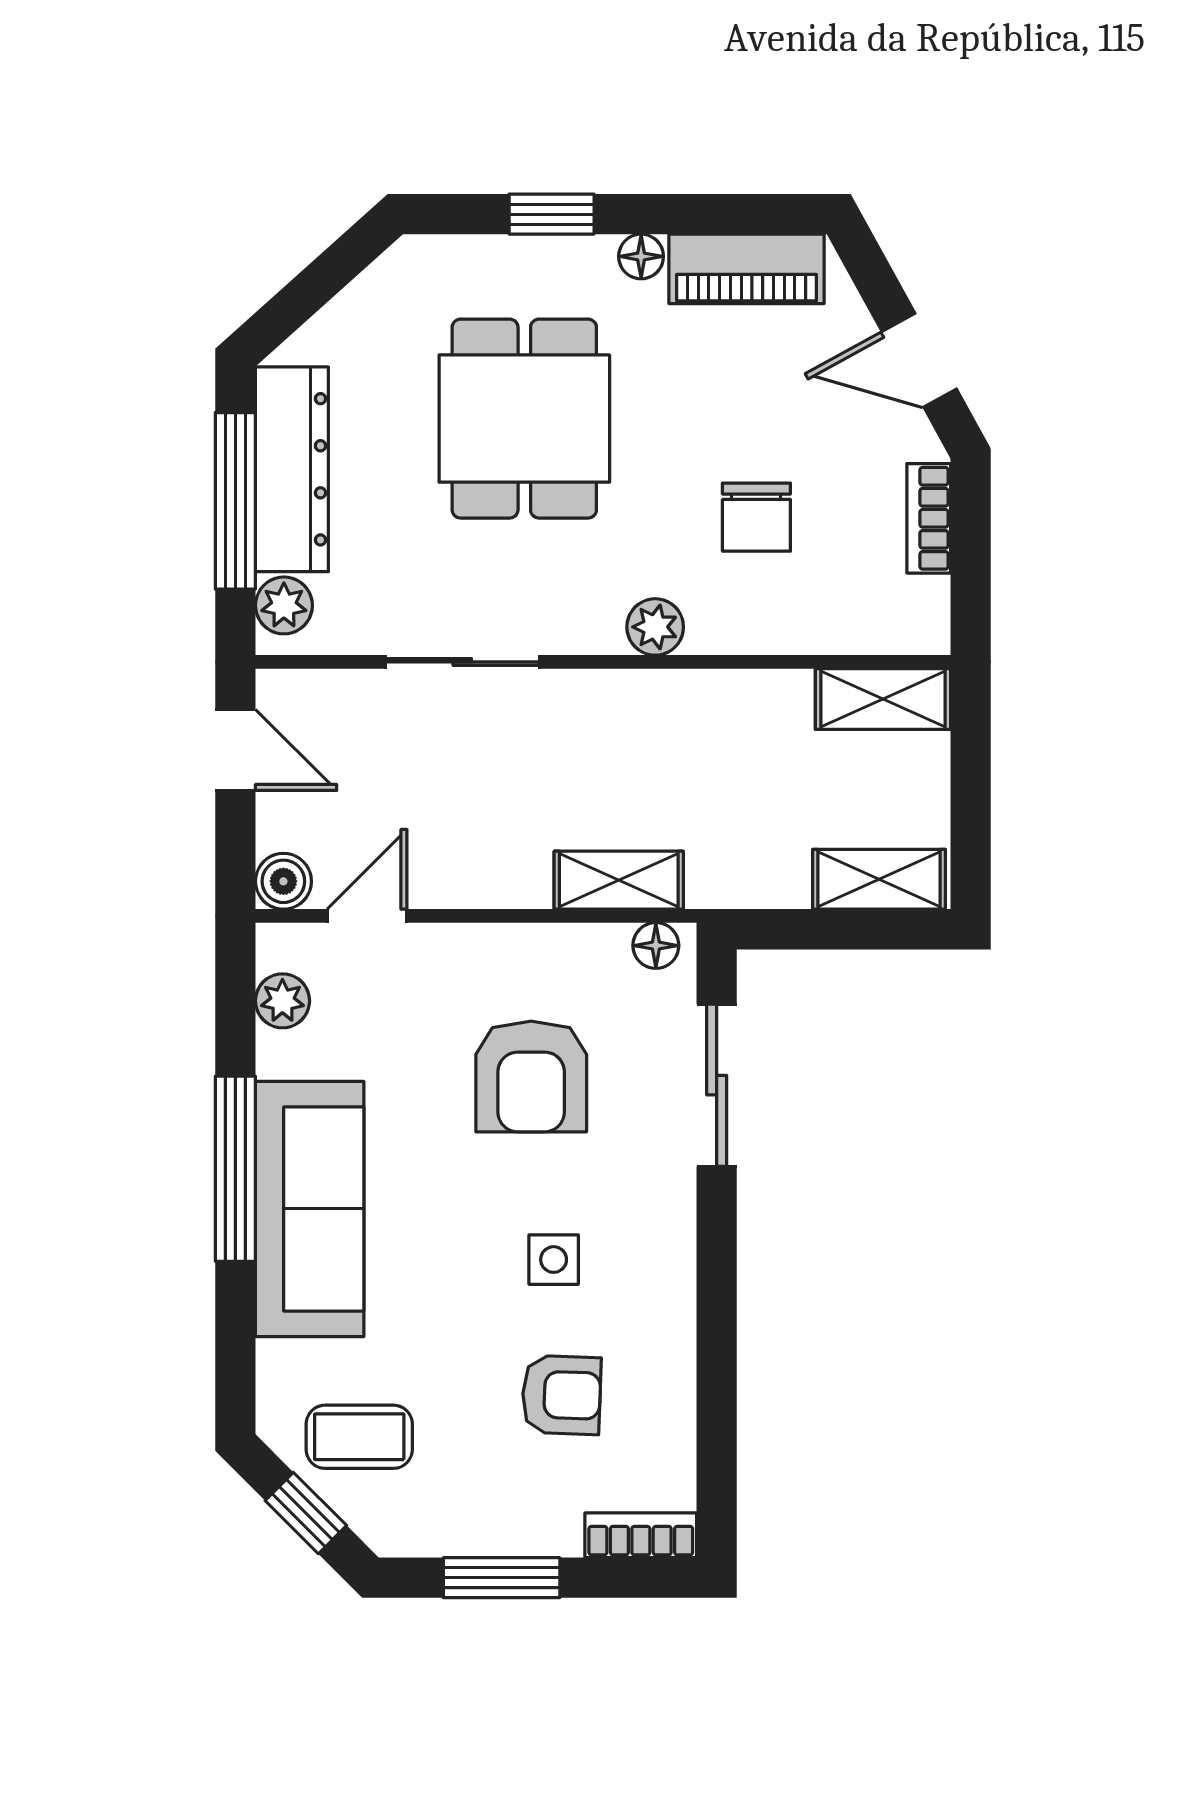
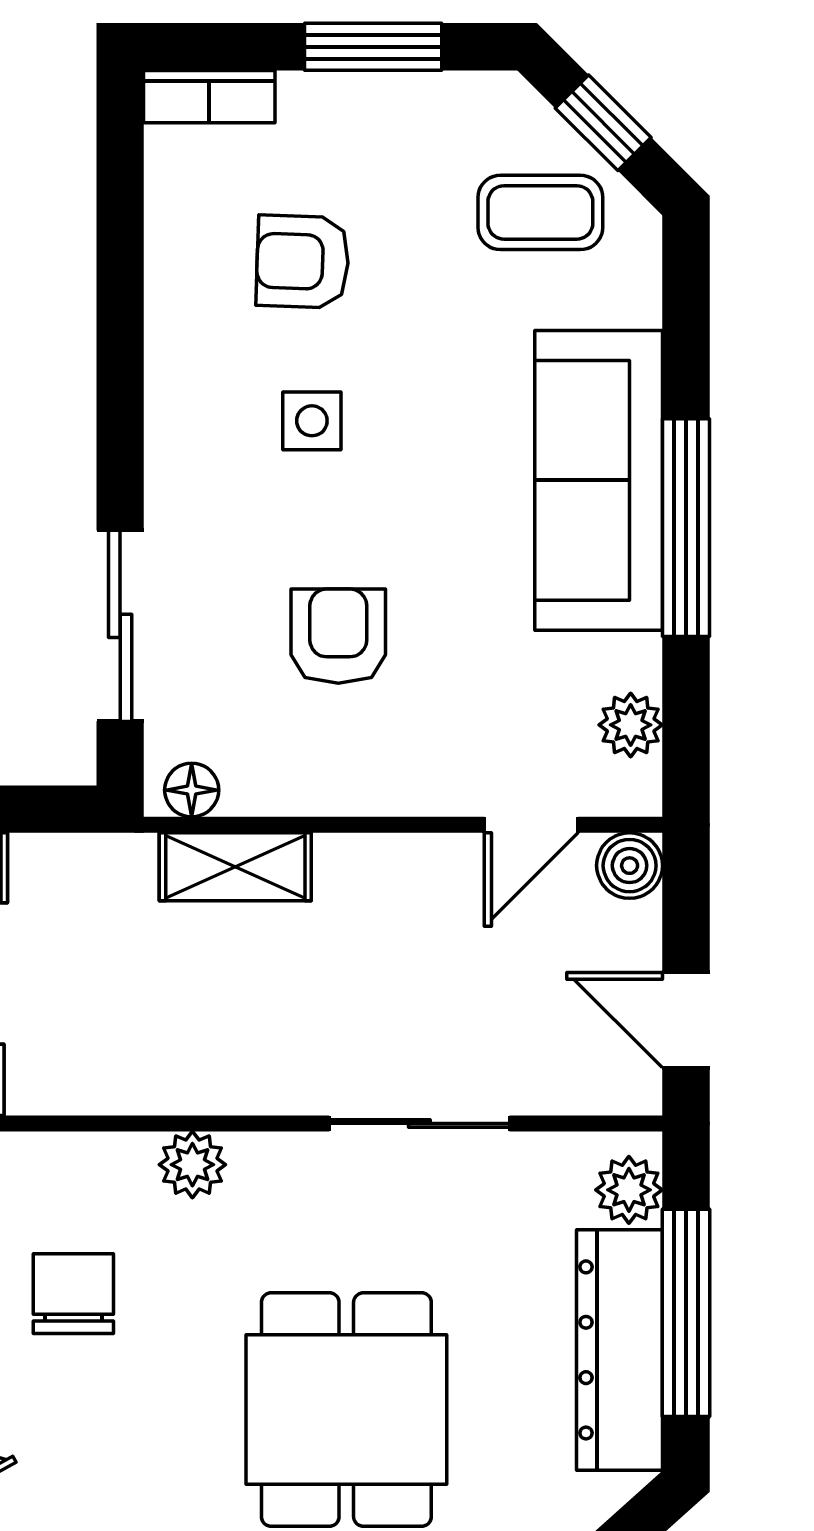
armchair: (531, 1076) -> (338, 636), width x0.72, depth x0.72

